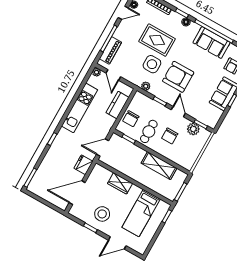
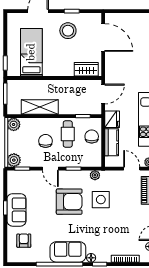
rug: (157, 40) -> (109, 225), removed
sofa: (212, 43) -> (68, 252), moved
plant: (193, 129) -> (14, 160), moved
plant: (188, 163) -> (14, 124), added
fridge: (83, 165) -> (112, 119), moved
wardrobe: (120, 183) -> (86, 69), moved
door: (77, 193) -> (103, 38), hinge flipped

